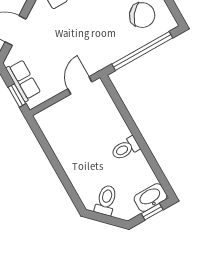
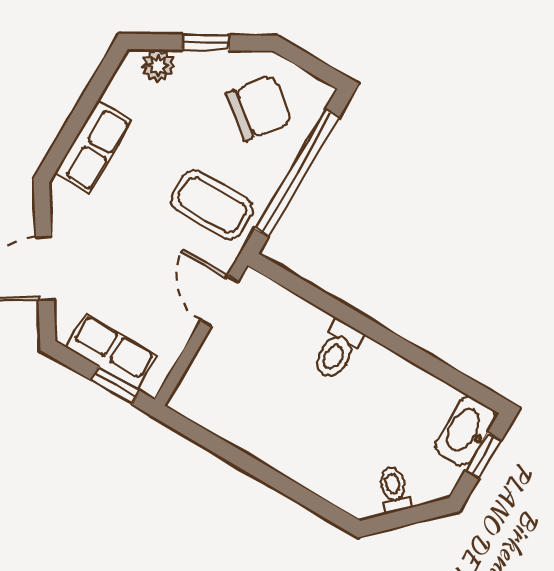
coffee table: (100, 44) -> (212, 205), added
toilet: (125, 148) -> (337, 350), moved
toilet: (106, 200) -> (394, 490), width x0.73, depth x0.72

